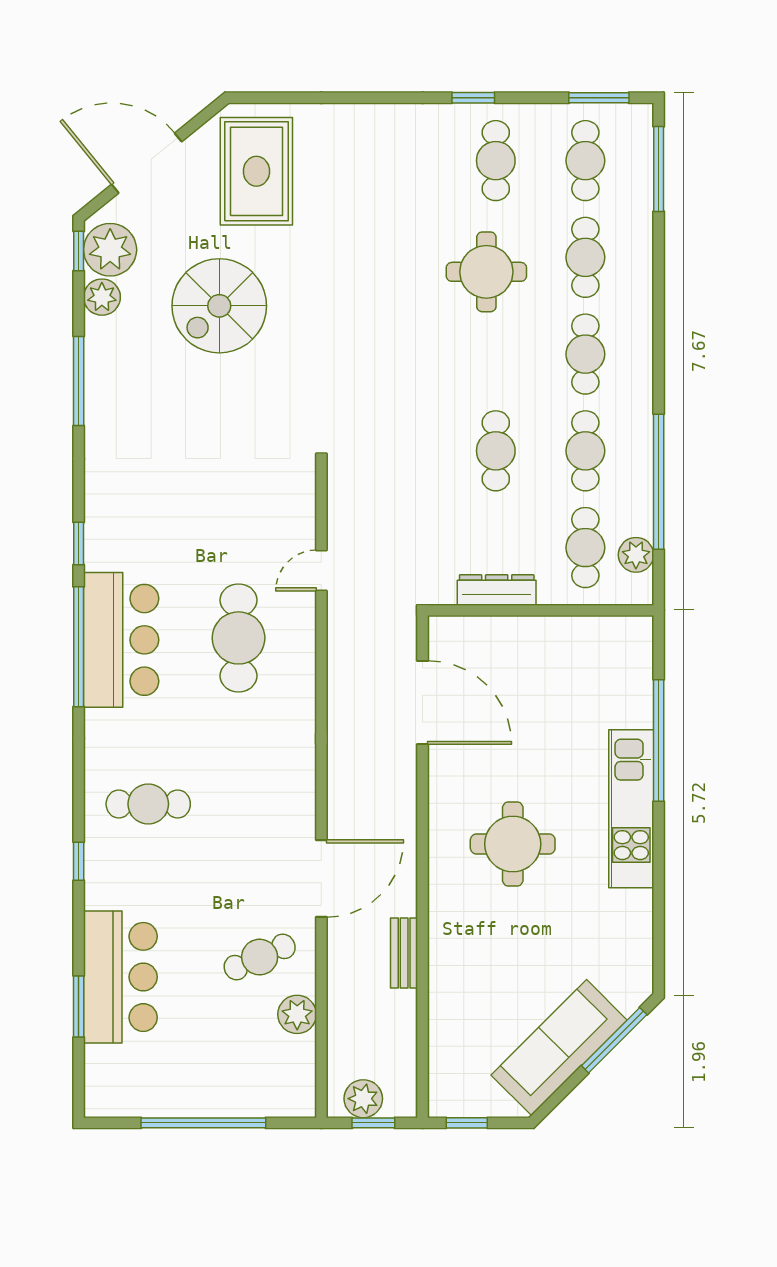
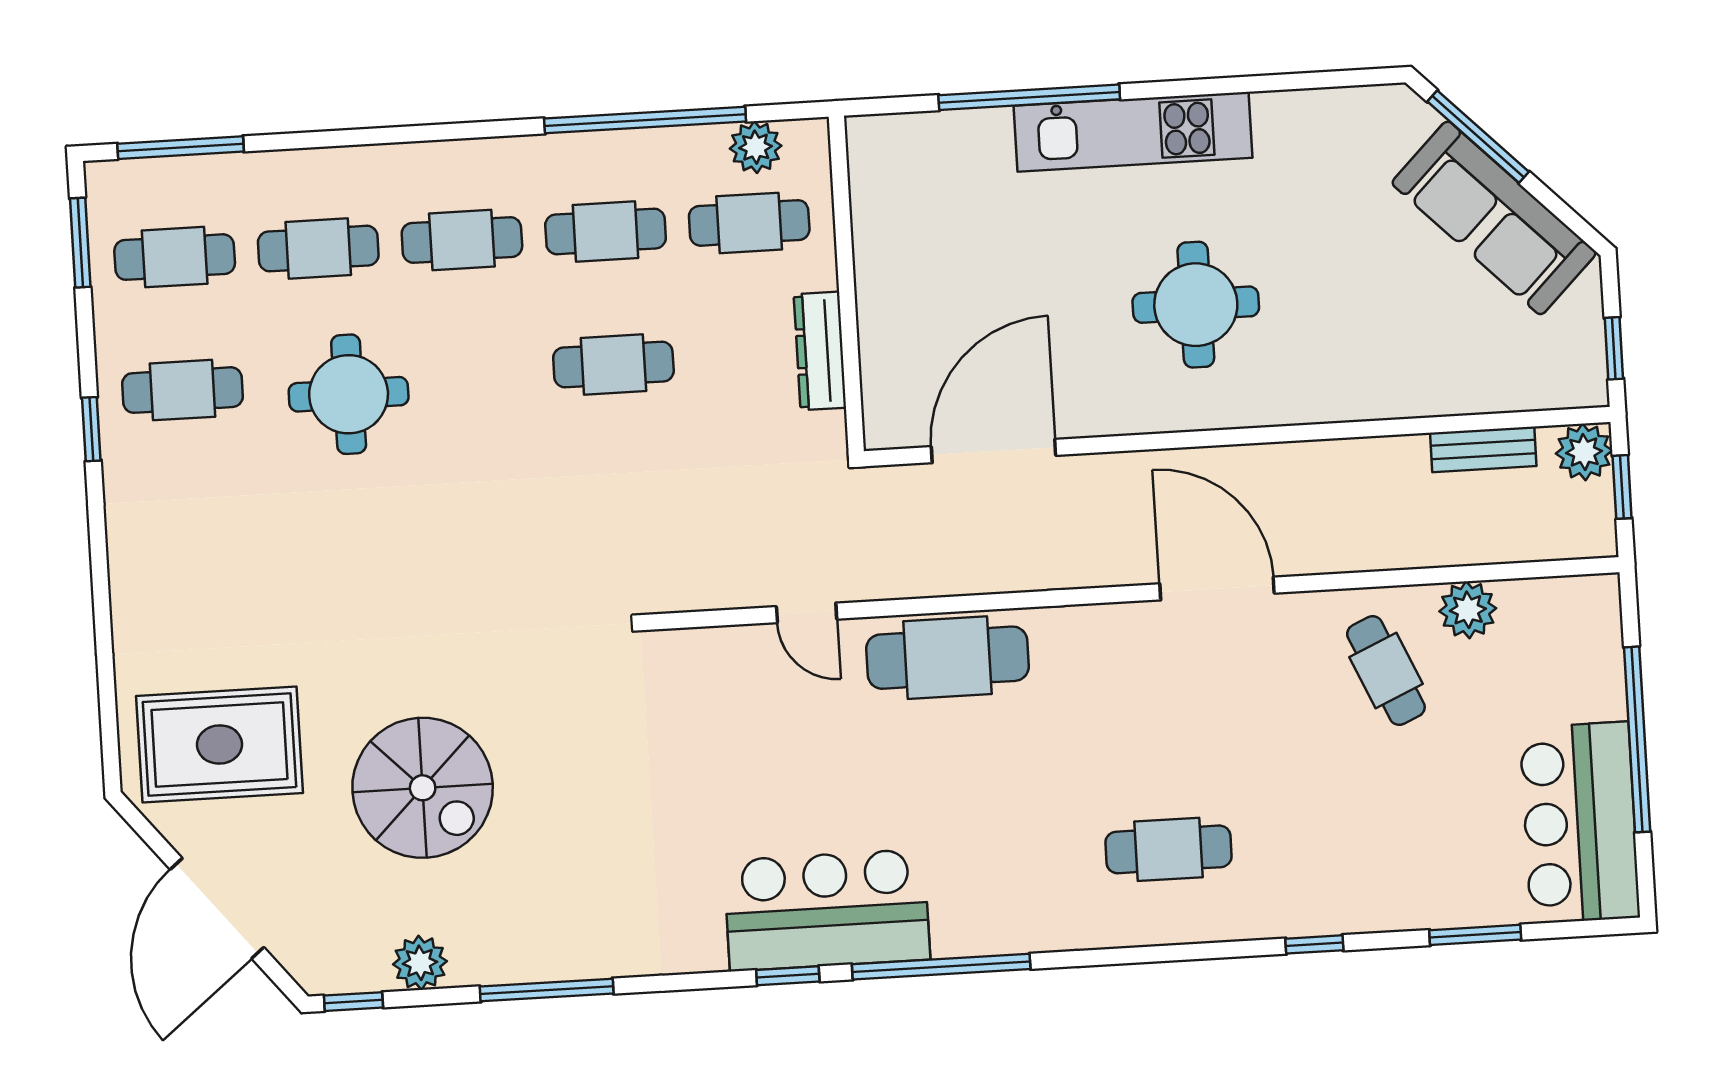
plant: (110, 250) -> (349, 955), removed
cafe table: (239, 638) -> (947, 658), moved
bar counter: (121, 640) -> (827, 910), moved
cafe table: (148, 804) -> (1169, 849), turned 90
window: (79, 861) -> (1314, 944), moved
door: (321, 879) -> (1217, 588), moved
bench: (404, 953) -> (1483, 449), moved
bar counter: (120, 977) -> (1580, 823), moved, turned -90
plant: (363, 1099) -> (1584, 452), moved

